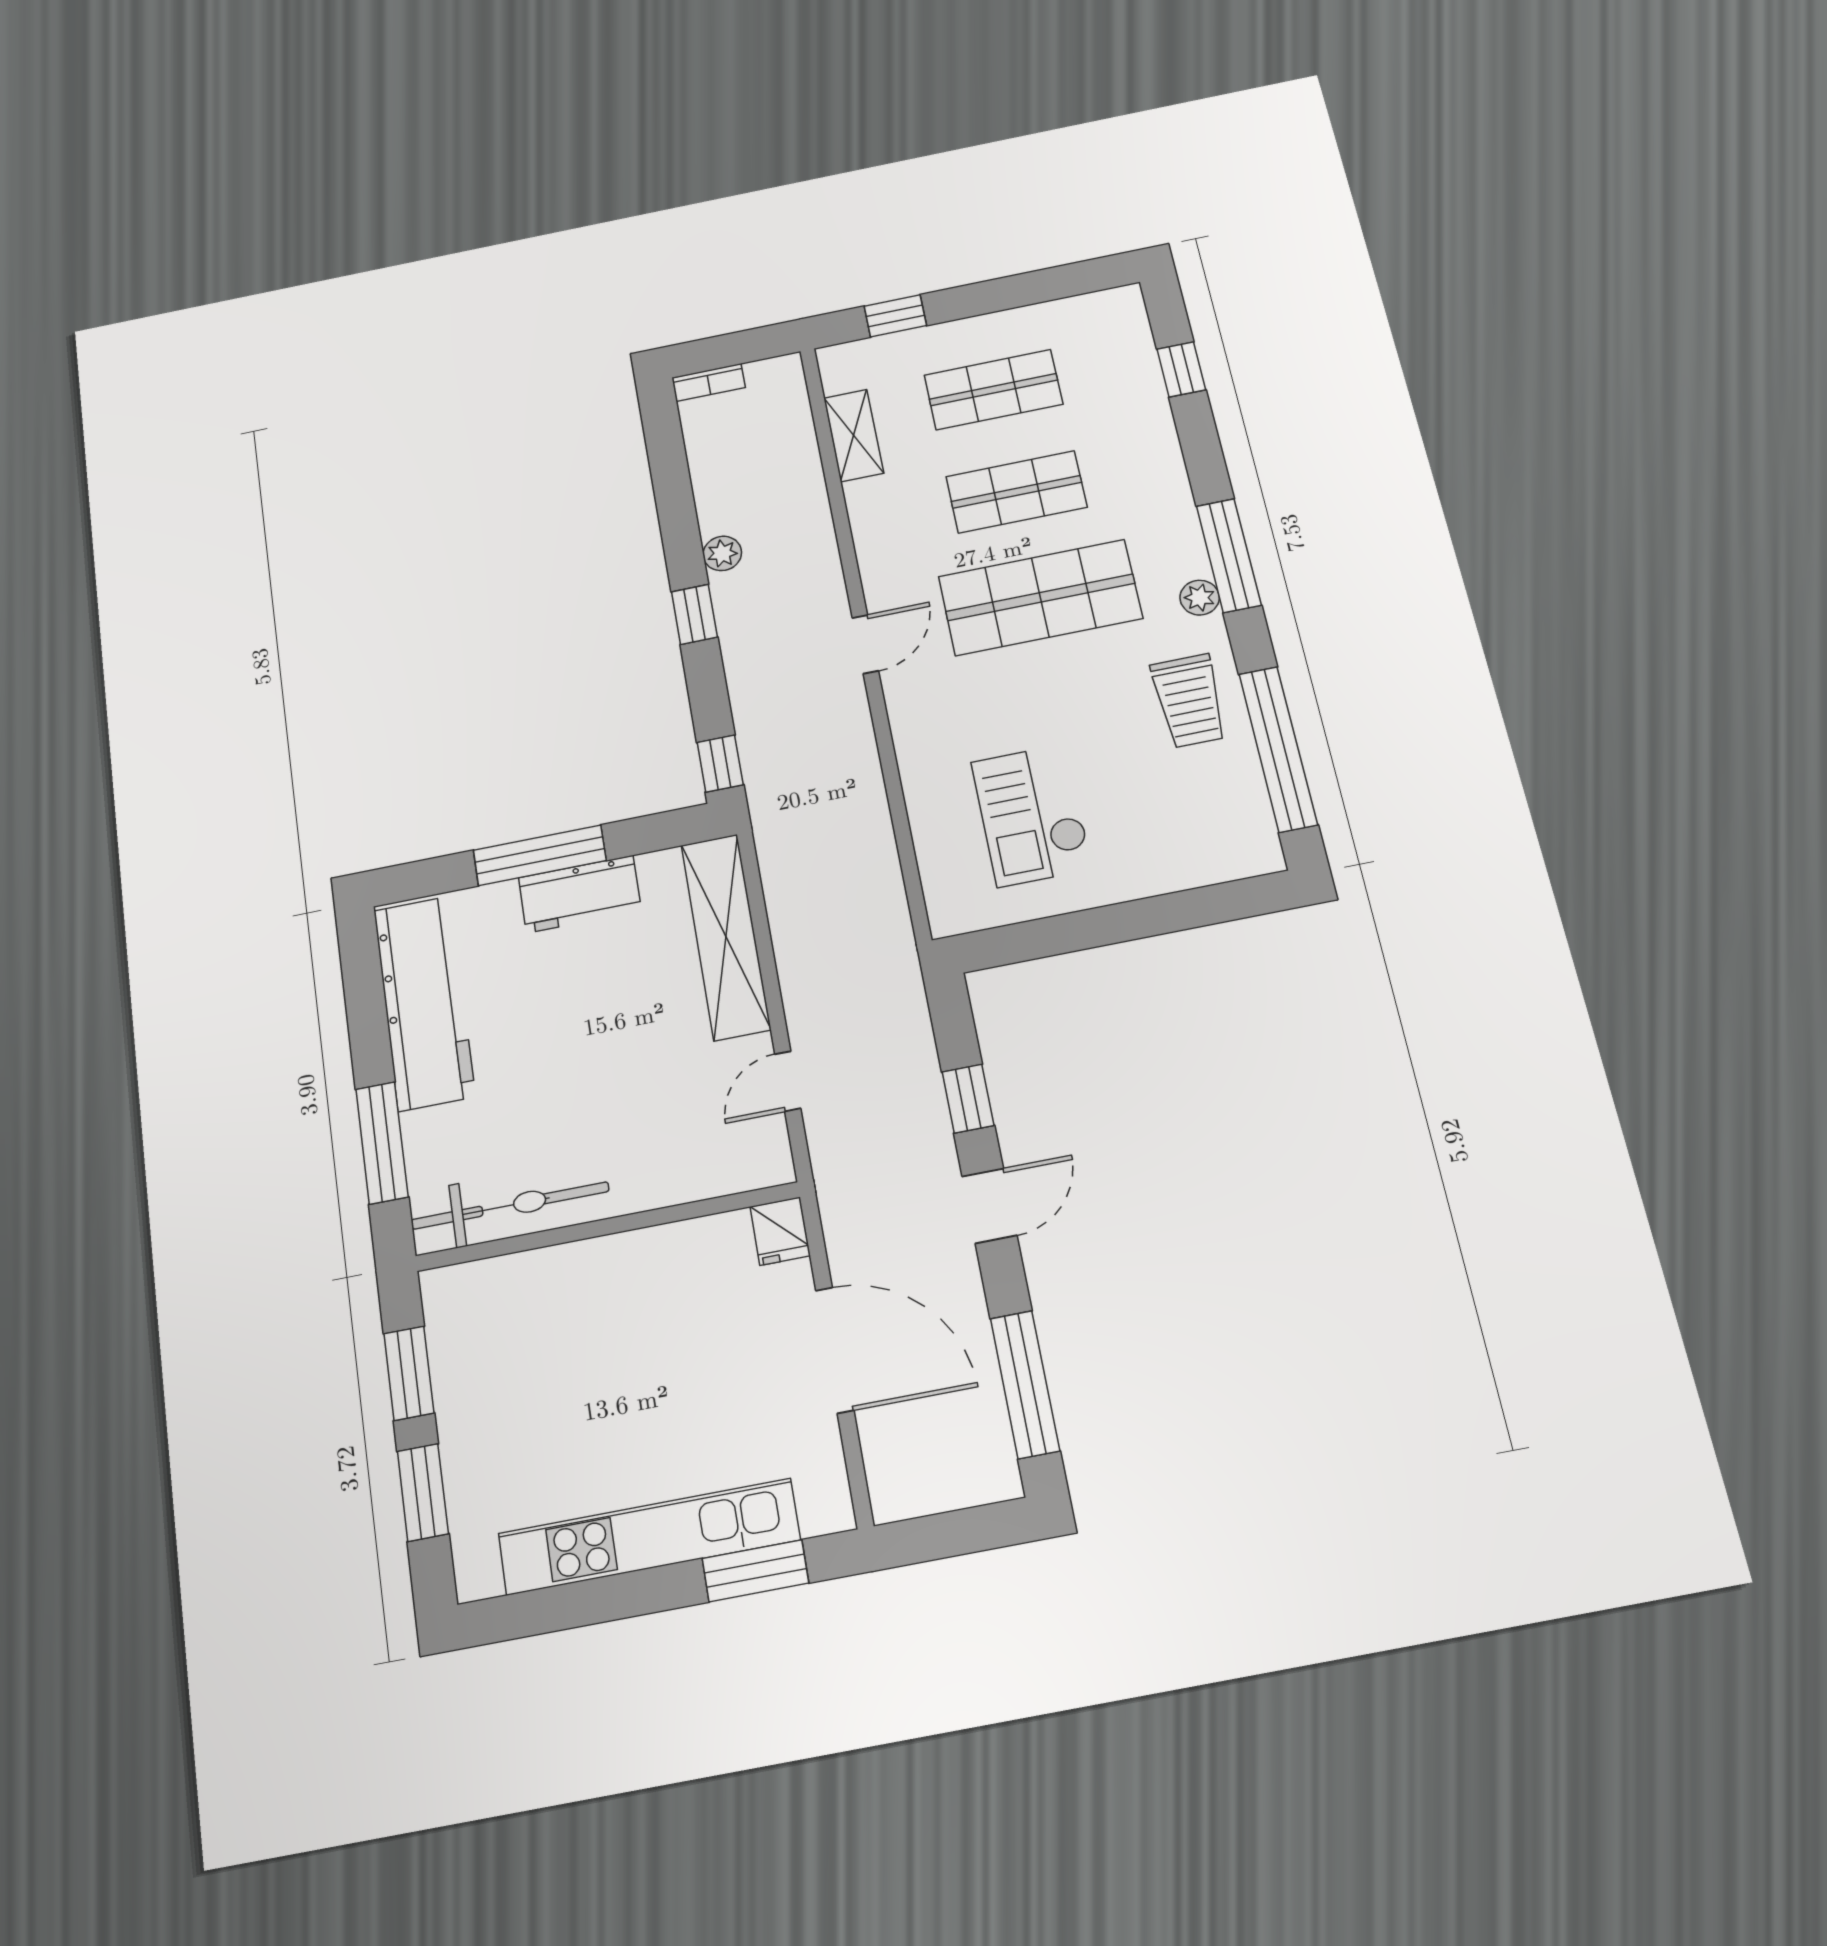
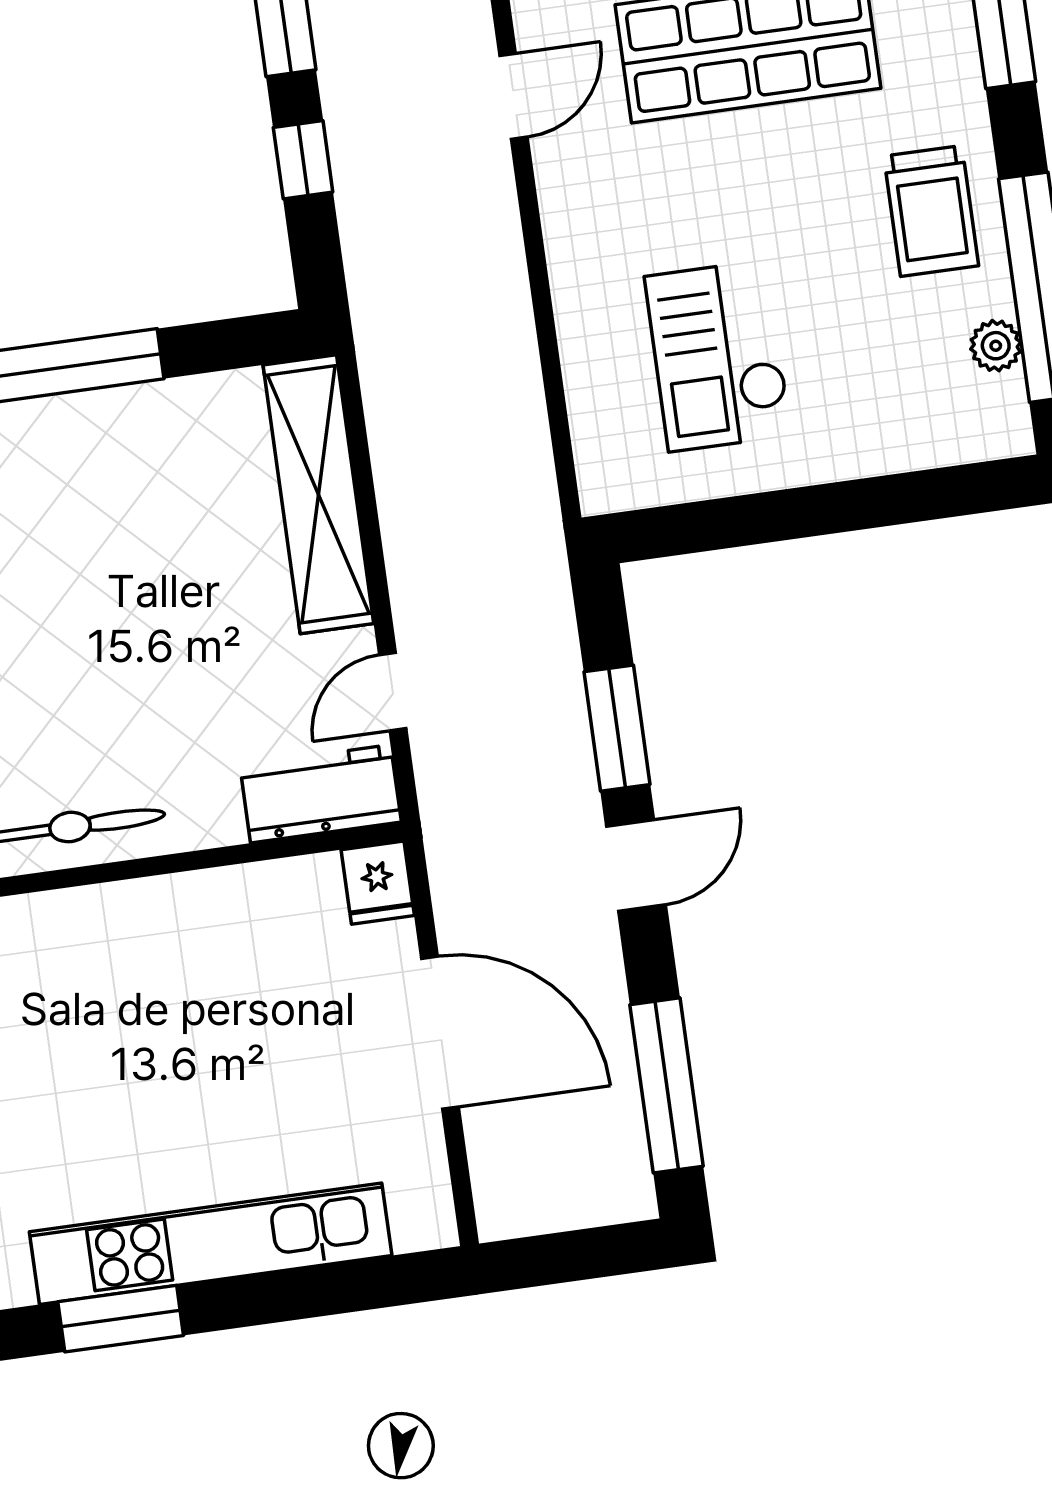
plant: (1200, 598) -> (996, 346), moved
window: (720, 764) -> (303, 160), moved
workbench: (580, 894) -> (321, 794), moved, turned 180
window: (968, 1099) -> (617, 728), width x1.50
window: (755, 1571) -> (121, 1319), moved

